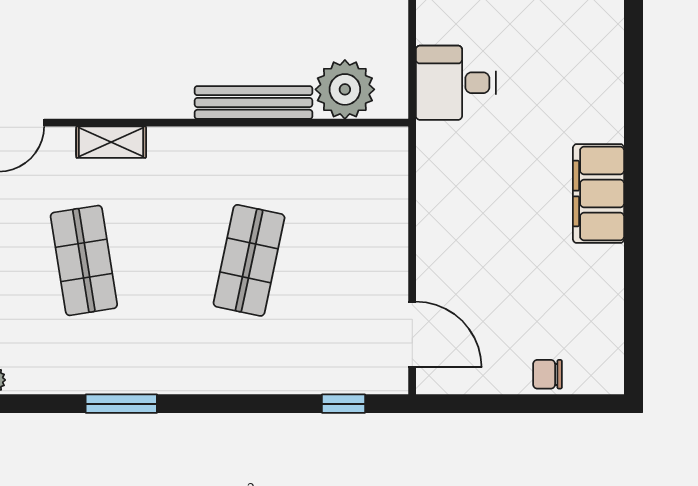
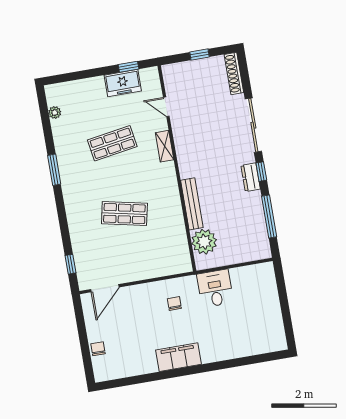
chair: (474, 182) -> (174, 304), added

